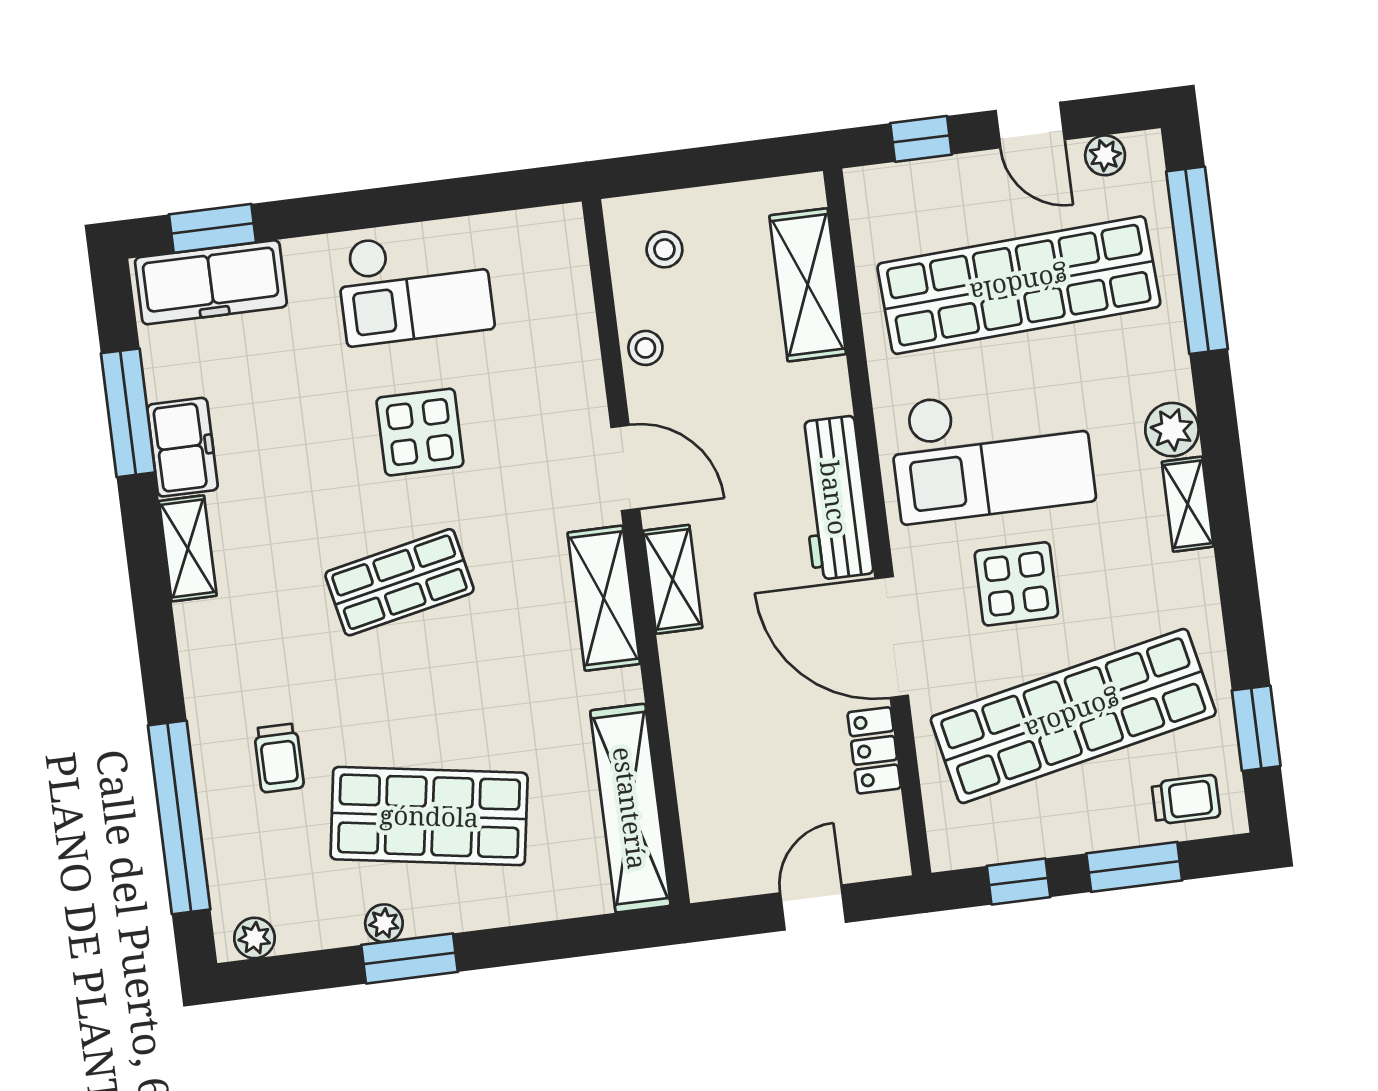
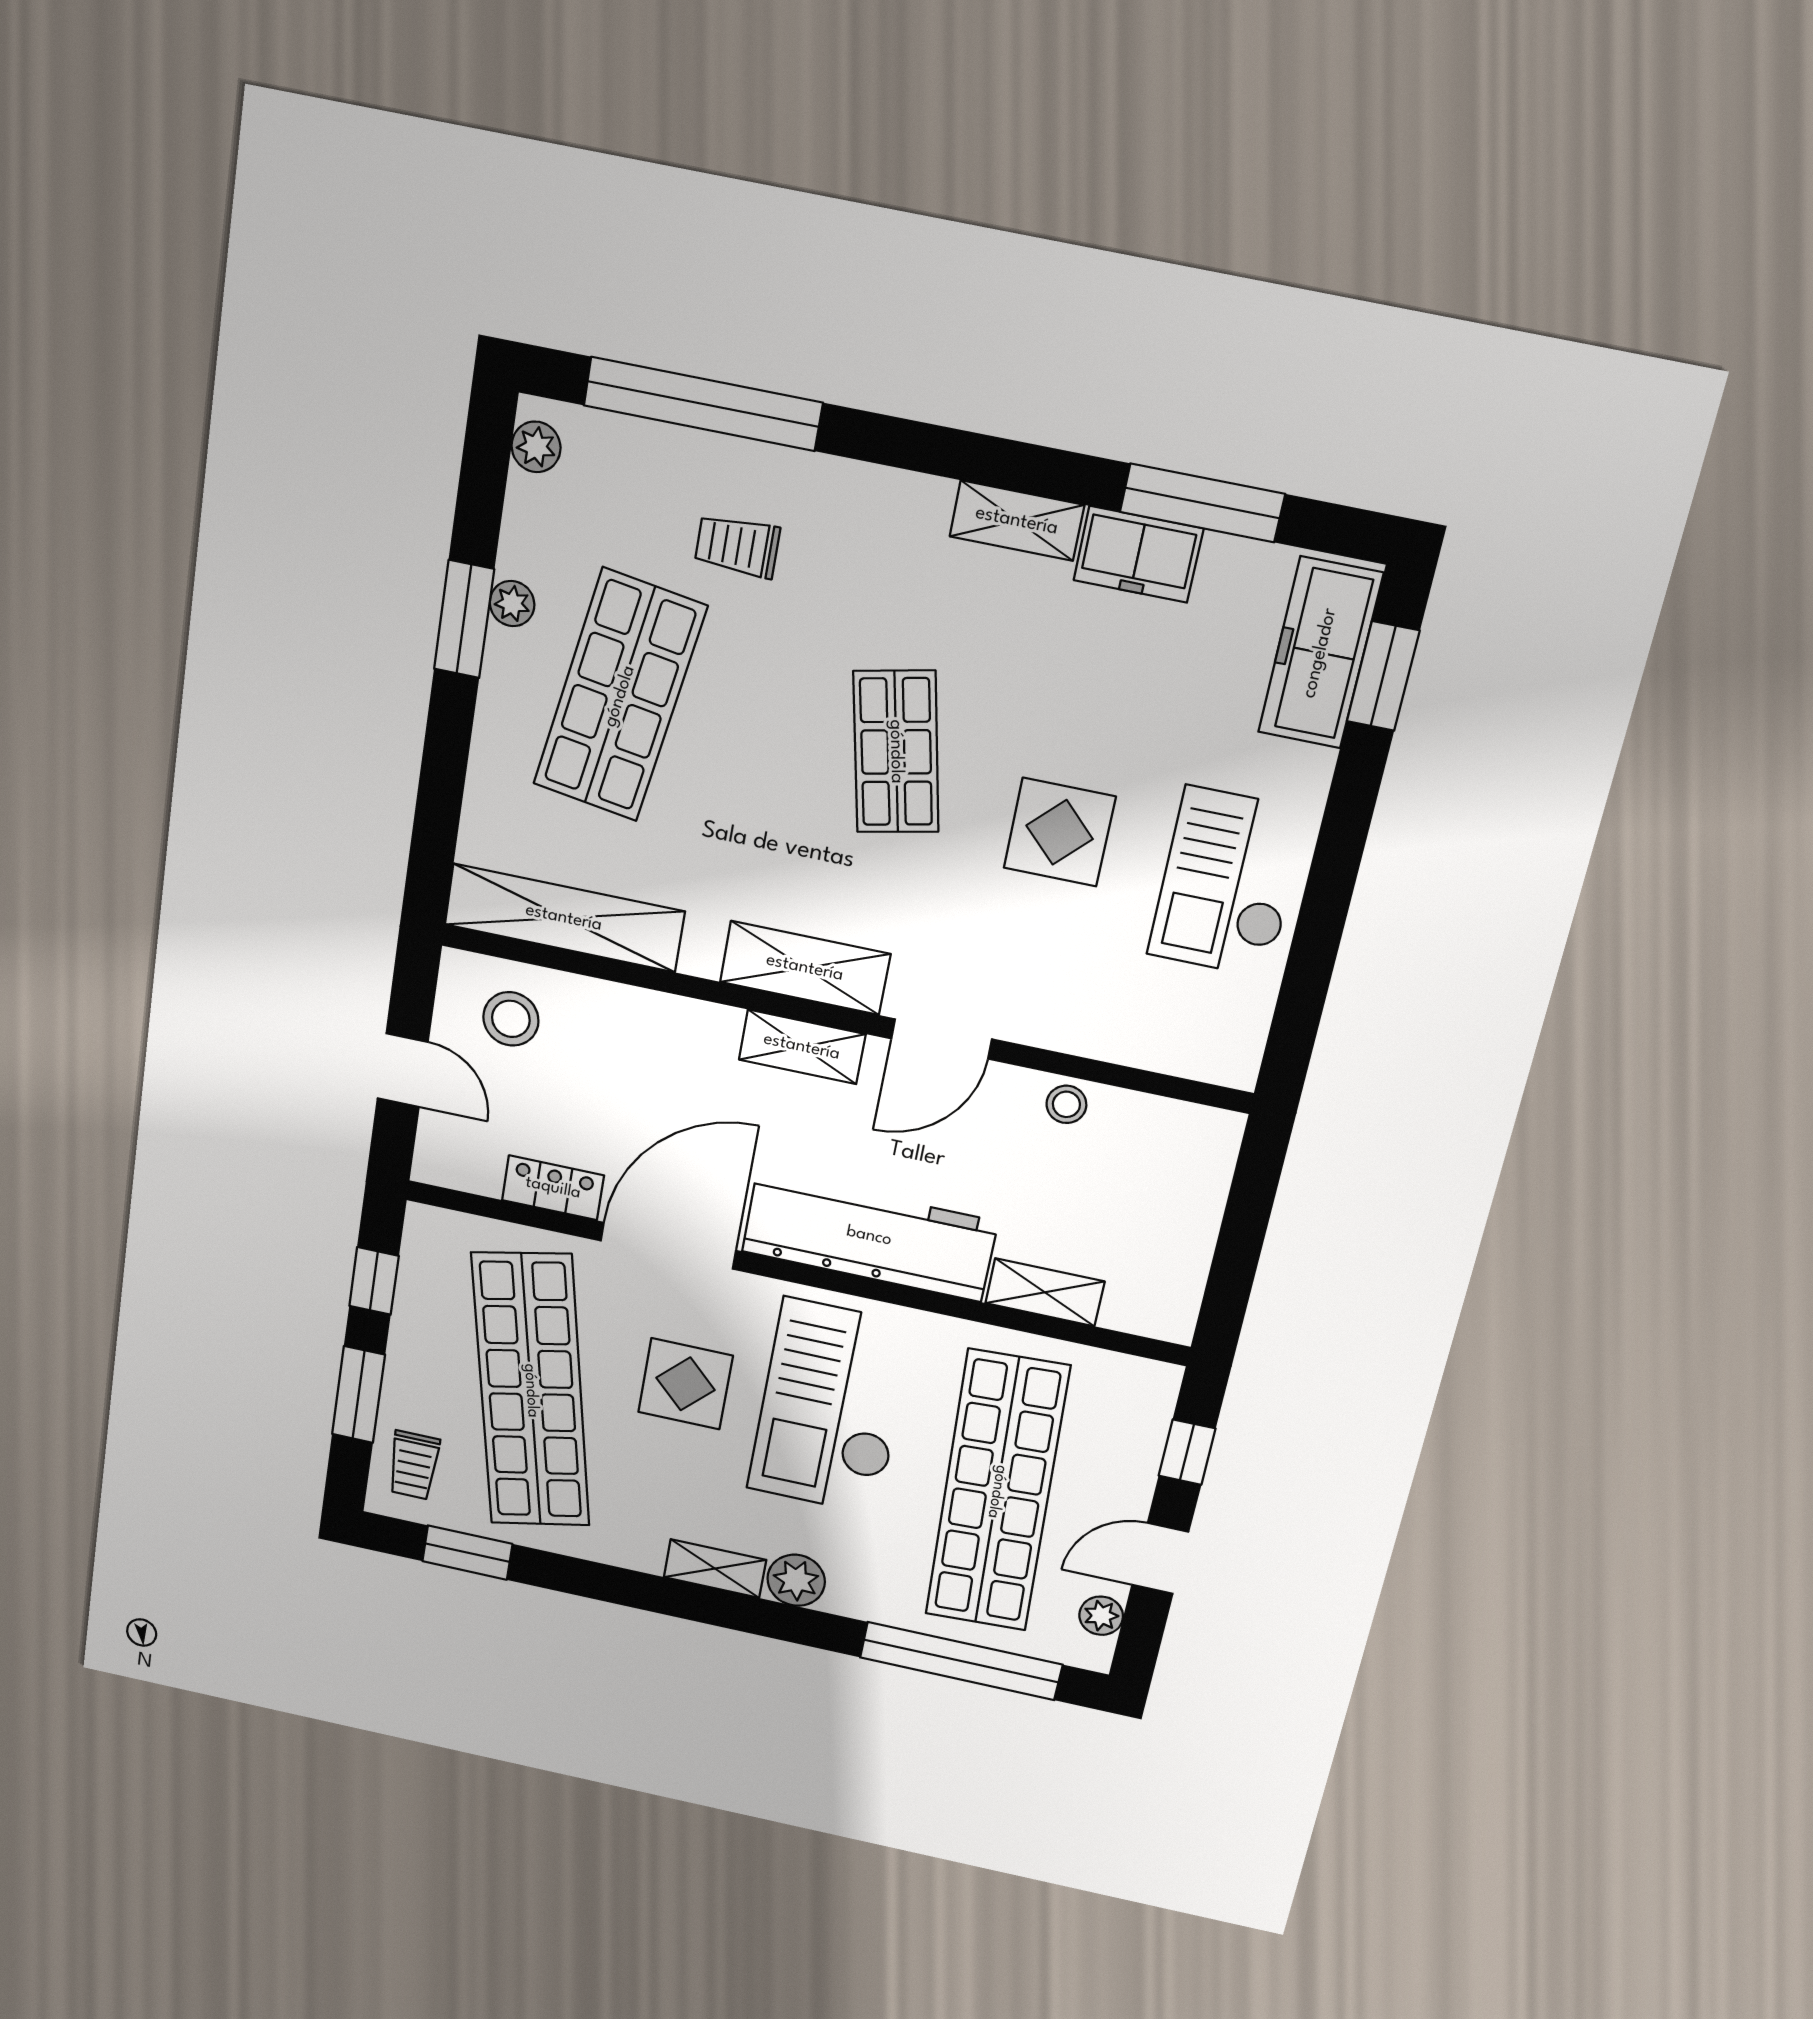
stool: (664, 249) -> (511, 1019), moved, width x1.37, depth x1.37
shelving: (808, 285) -> (1045, 1292), width x0.67, depth x0.75
workbench: (834, 498) -> (869, 1236), width x1.36, depth x1.32

